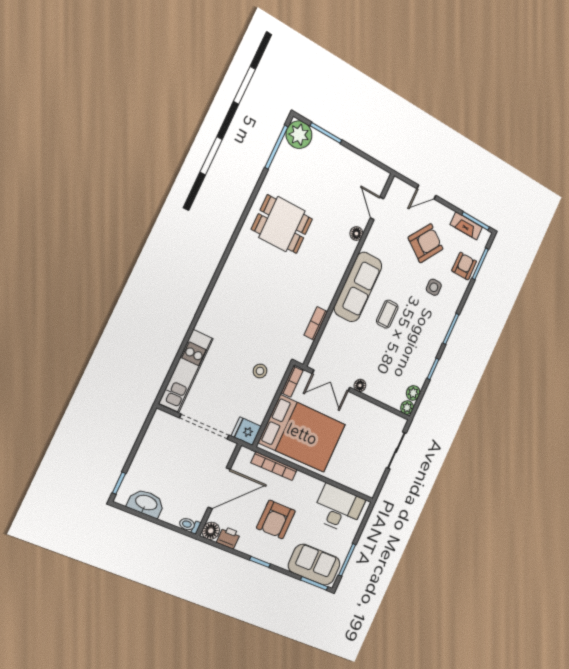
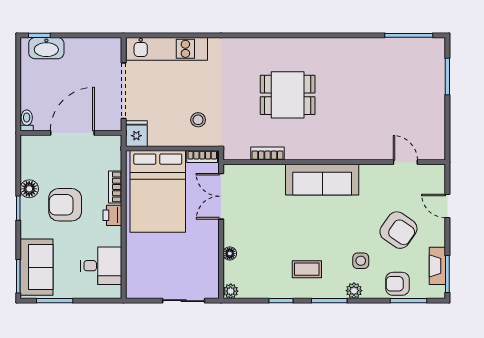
plant: (299, 135) -> (432, 51), removed
door: (377, 208) -> (405, 162), hinge flipped
dining table: (282, 224) -> (288, 95), moved, turned 90
floor lamp: (356, 234) -> (371, 153), removed
armchair: (464, 266) -> (397, 284), turned 180
coffee table: (387, 314) -> (307, 269), moved
floor lamp: (360, 385) -> (230, 253), moved
plant: (413, 393) -> (354, 291), moved
bookcase: (274, 466) -> (115, 187), width x0.64
door: (219, 488) -> (72, 133), swing flipped
washbasin: (146, 503) -> (46, 48), moved, turned 90
desk: (338, 509) -> (101, 266), width x0.73
floor lamp: (211, 531) -> (29, 189), moved
printer: (228, 538) -> (112, 215), moved, turned 180

